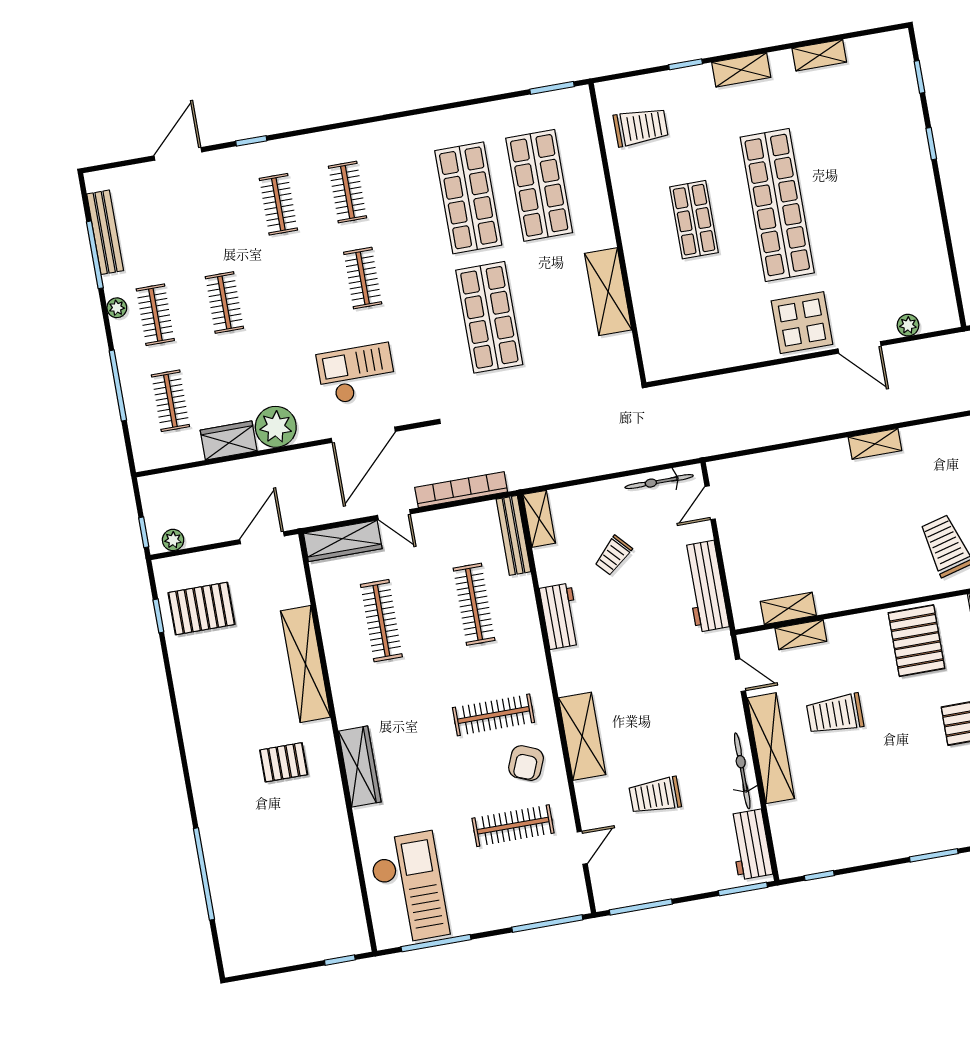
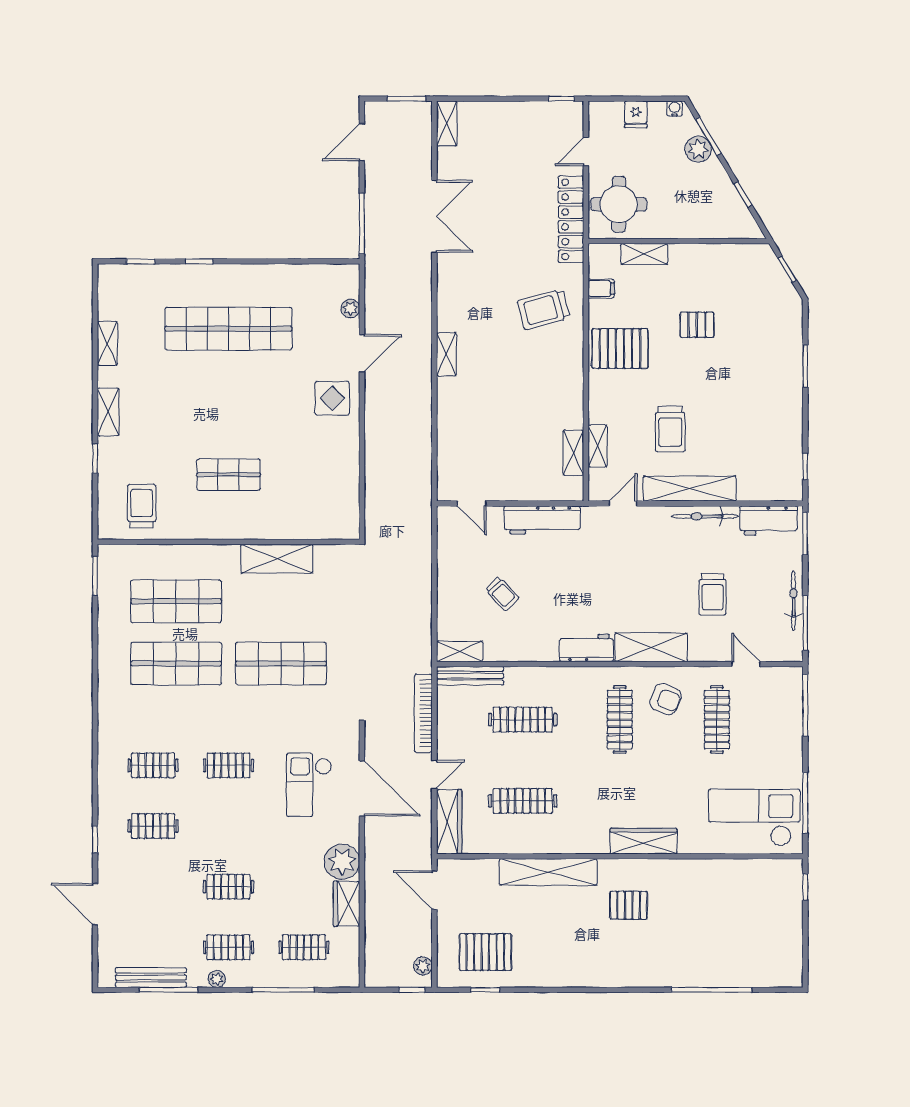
shop shelf: (777, 205) -> (228, 329), moved
display table: (802, 323) -> (332, 398), width x0.73, depth x0.73
bicycle: (659, 482) -> (793, 600), moved, turned 180
pallet: (201, 609) -> (485, 952), turned 90
workbench: (560, 616) -> (586, 648), moved
pallet: (284, 762) -> (629, 905), turned 90

